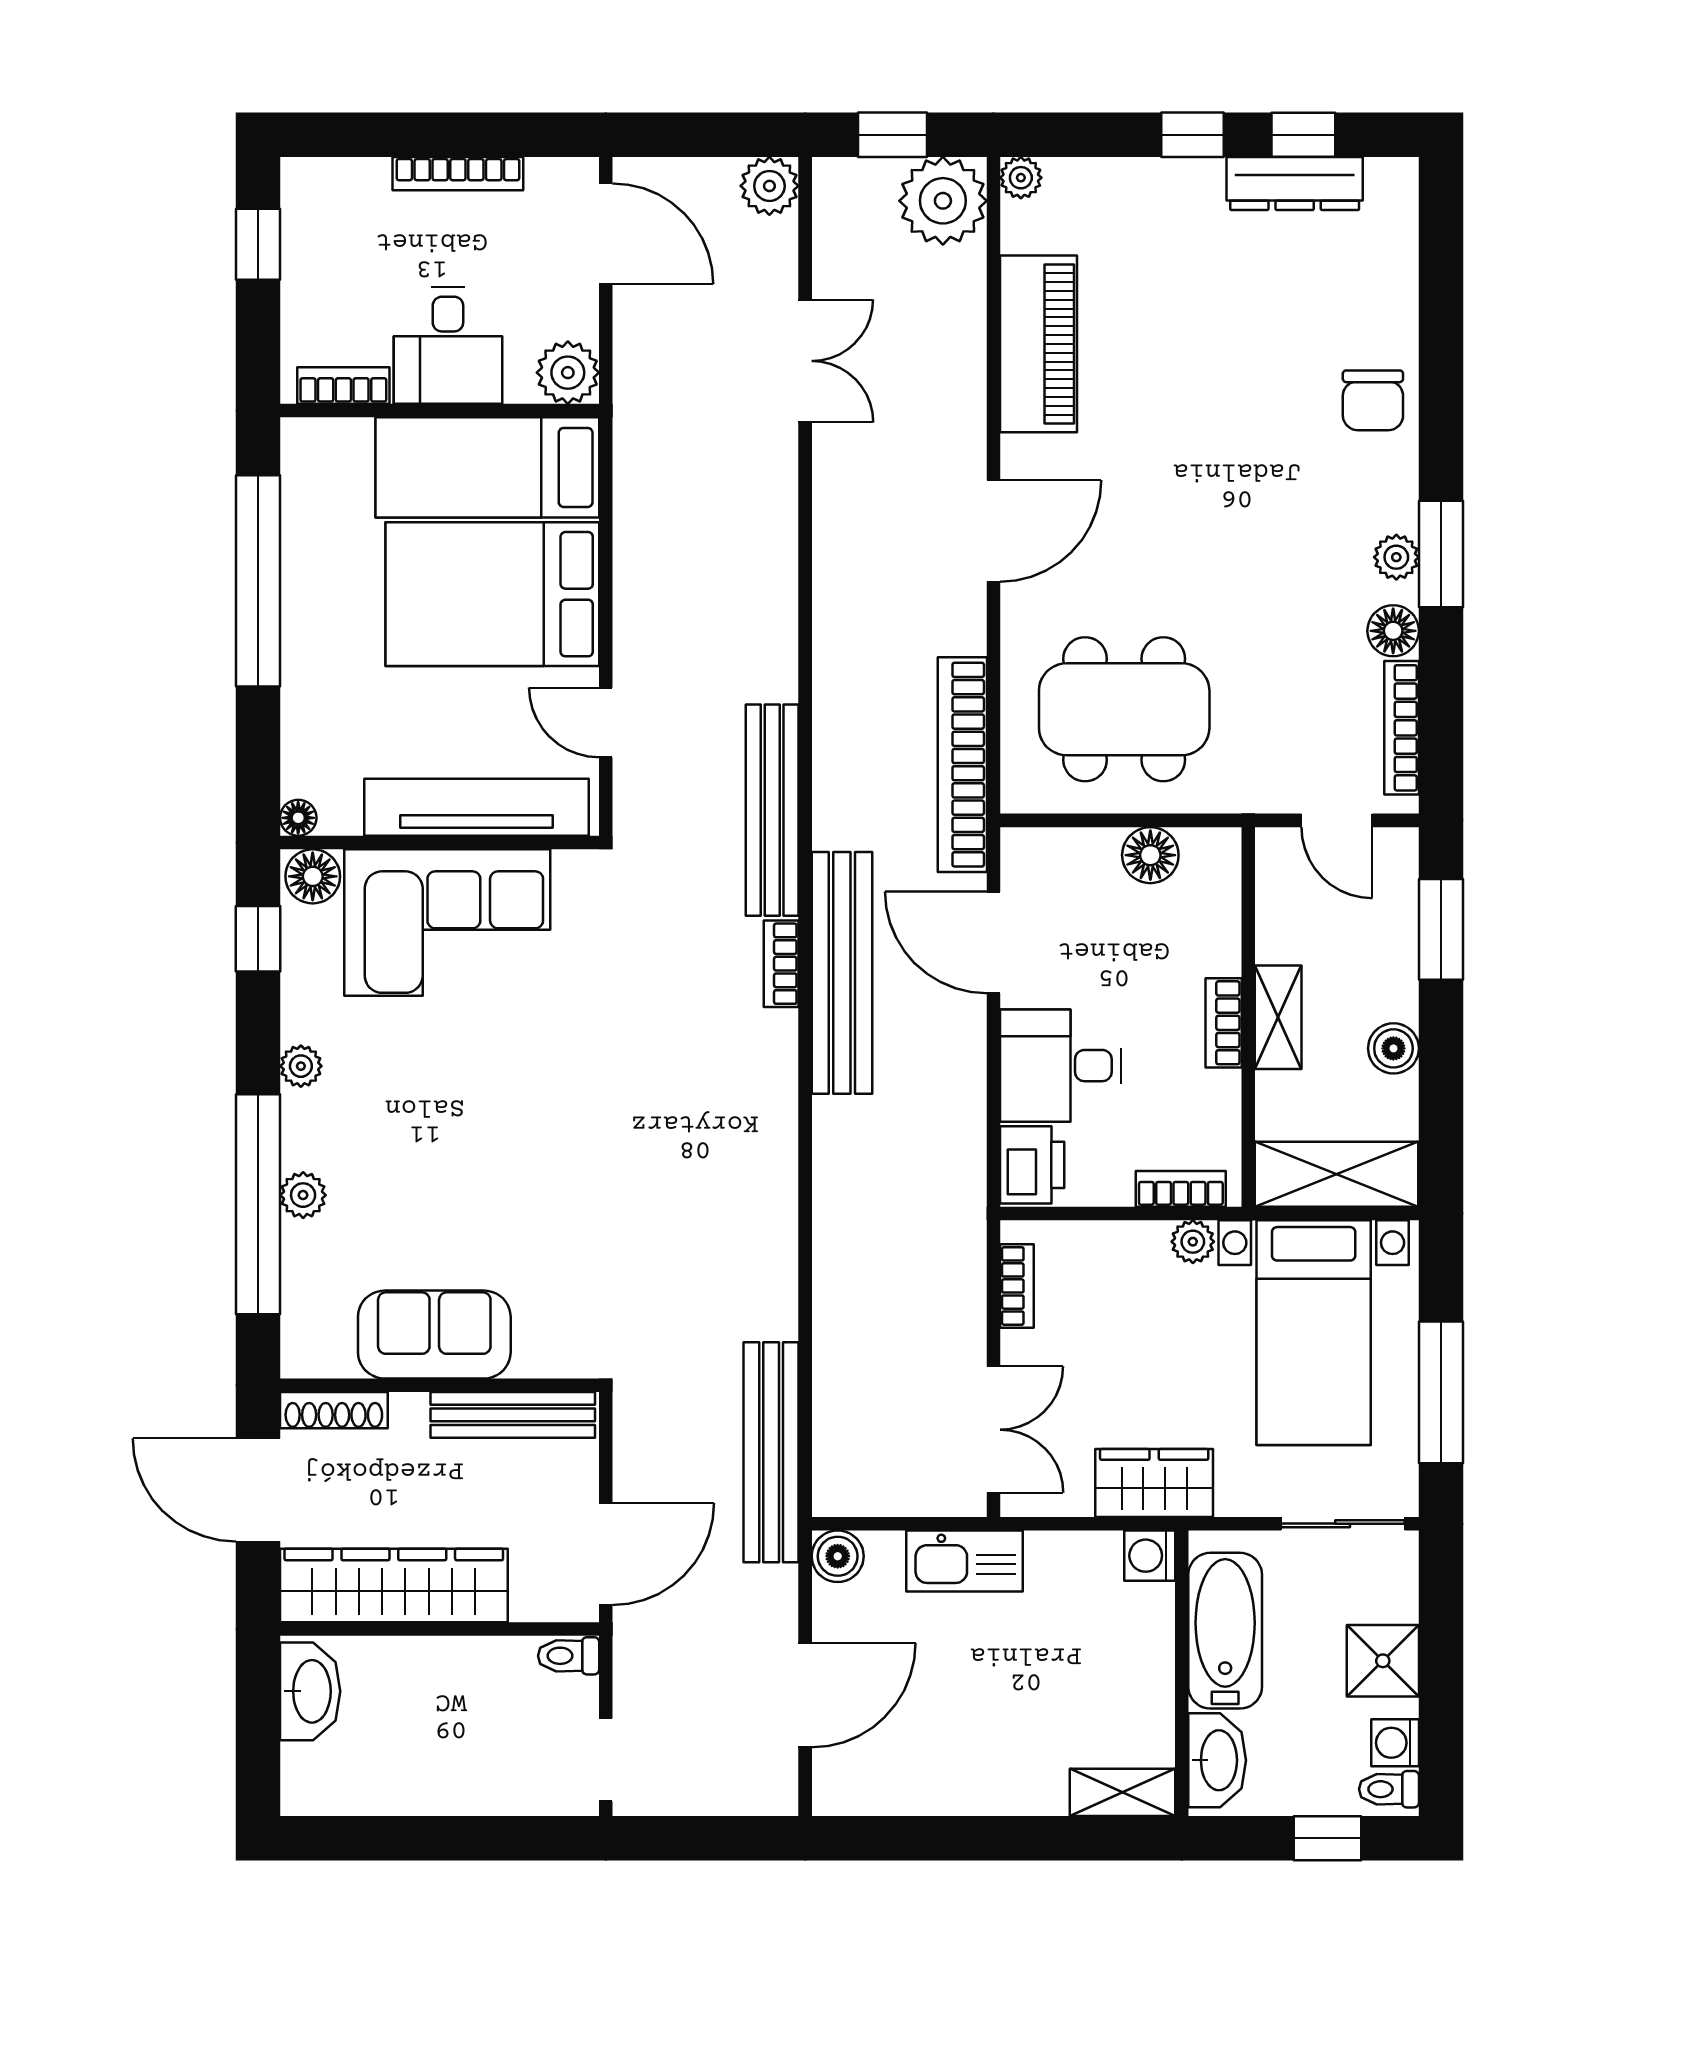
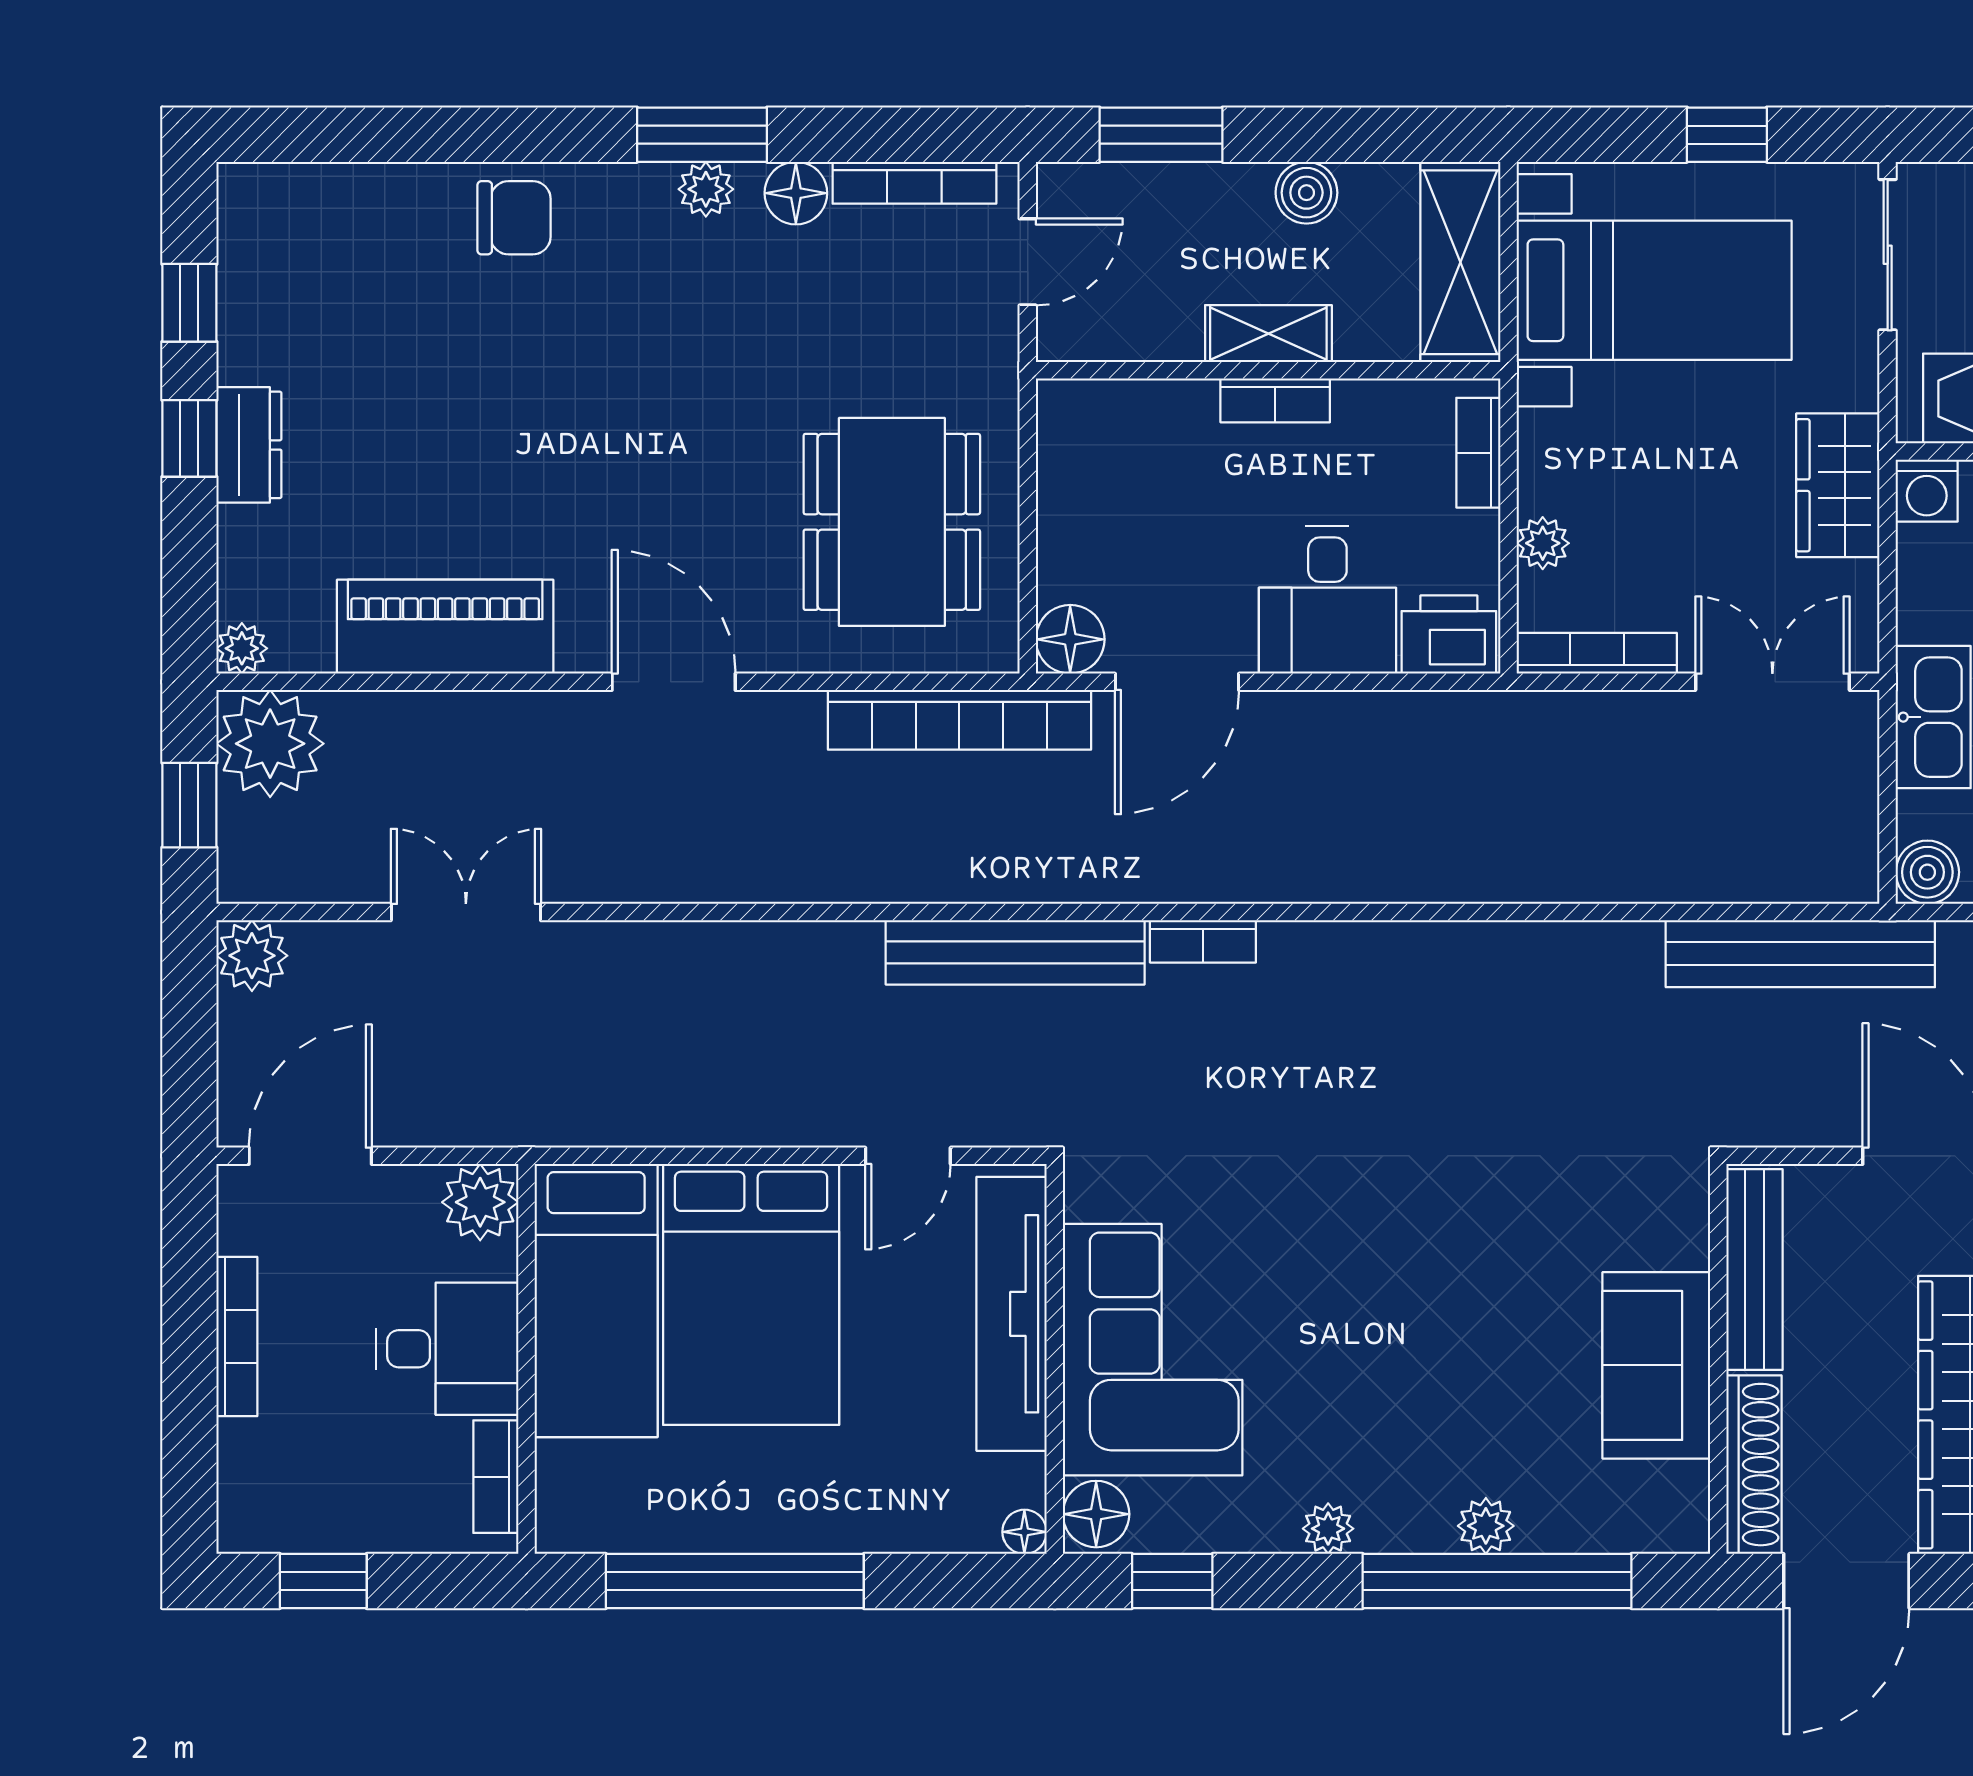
dresser: (1295, 184) -> (249, 445), moved, width x0.70
floor lamp: (1150, 855) -> (1070, 639), moved
bench: (842, 973) -> (1214, 867), removed
plant: (1193, 1242) -> (1543, 543), moved
bookcase: (1017, 1286) -> (1597, 653), width x1.56
window: (1441, 1392) -> (1727, 135), width x0.46
shoe rack: (334, 1410) -> (1754, 1465), width x1.36, depth x1.24

